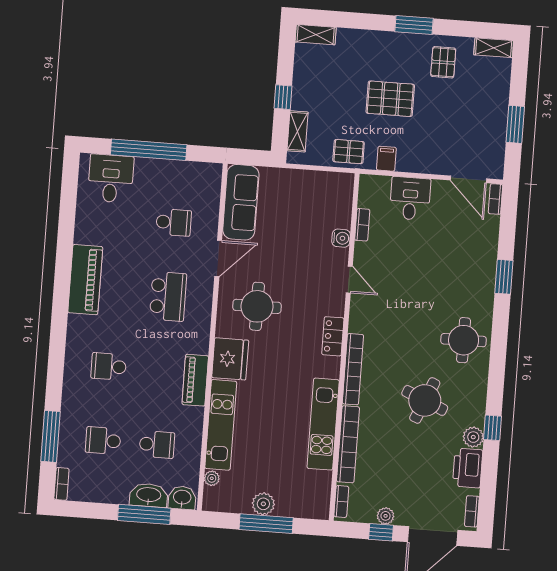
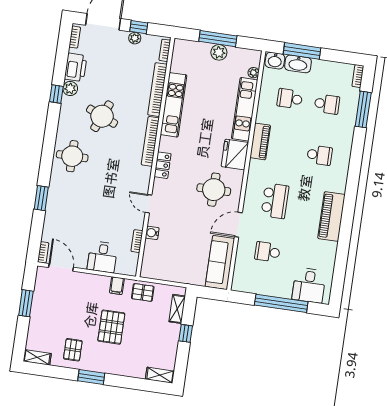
pallet: (390, 99) -> (111, 327), turned 90
school desk: (168, 296) -> (275, 201), turned 180

